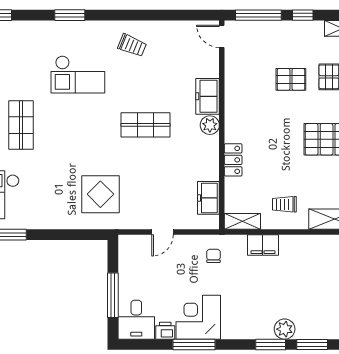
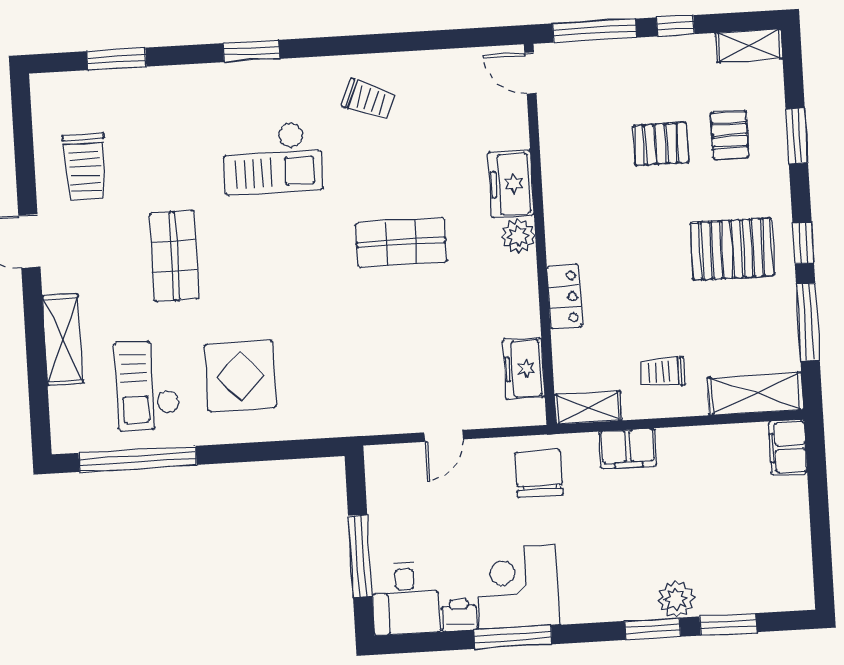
display table: (100, 194) -> (240, 376), moved
chair: (213, 256) -> (539, 474), width x1.87, depth x1.87

